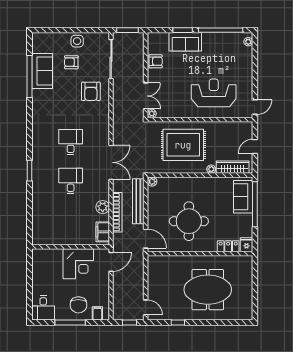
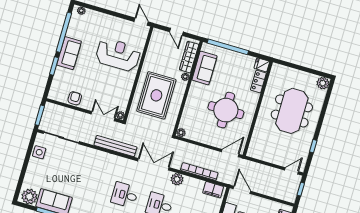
side table: (77, 41) -> (39, 152), moved
sofa: (185, 42) -> (69, 53), moved
plant: (40, 44) -> (29, 197), added
armchair: (71, 62) -> (54, 174), removed
armchair: (91, 91) -> (85, 164), removed
reception desk: (214, 93) -> (118, 55), turned 90
sofa: (243, 197) -> (204, 68), moved, turned -90
bench: (138, 201) -> (115, 146), moved
plant: (103, 207) -> (177, 179), moved
plant: (246, 313) -> (323, 83), added

